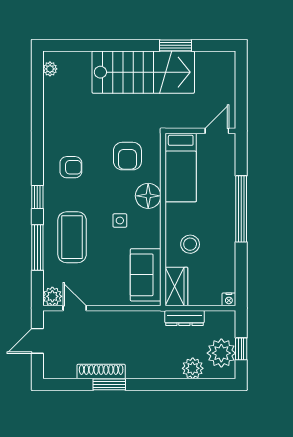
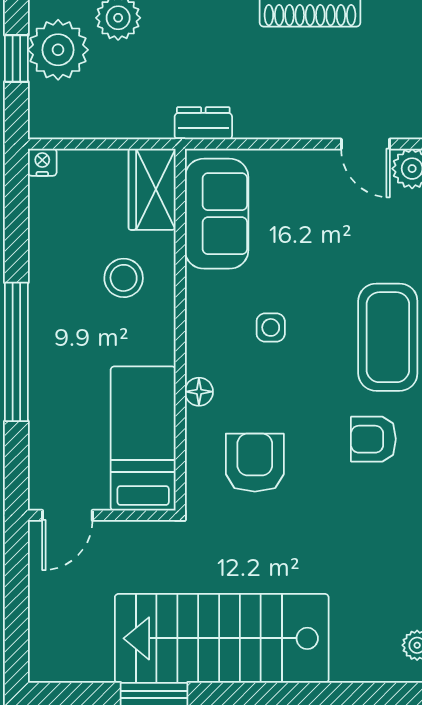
floor lamp: (148, 196) -> (199, 392), width x0.53, depth x0.53
coffee table: (72, 237) -> (388, 337), moved
dresser: (184, 318) -> (203, 123), moved, width x0.70

